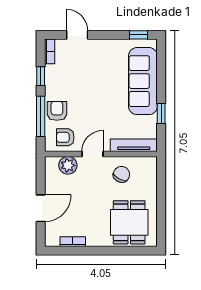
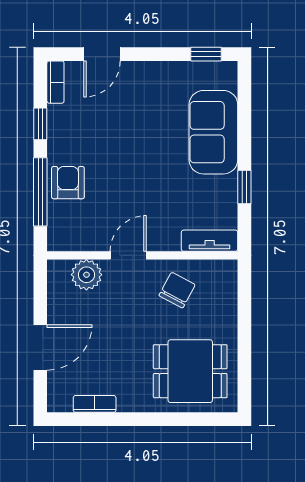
door: (77, 35) -> (102, 54), swing flipped
sofa: (143, 81) -> (213, 132), width x0.73
armchair: (65, 137) -> (82, 227), removed
tv unit: (134, 145) -> (210, 241), width x0.71
dining table: (129, 222) -> (190, 371), turned 90

